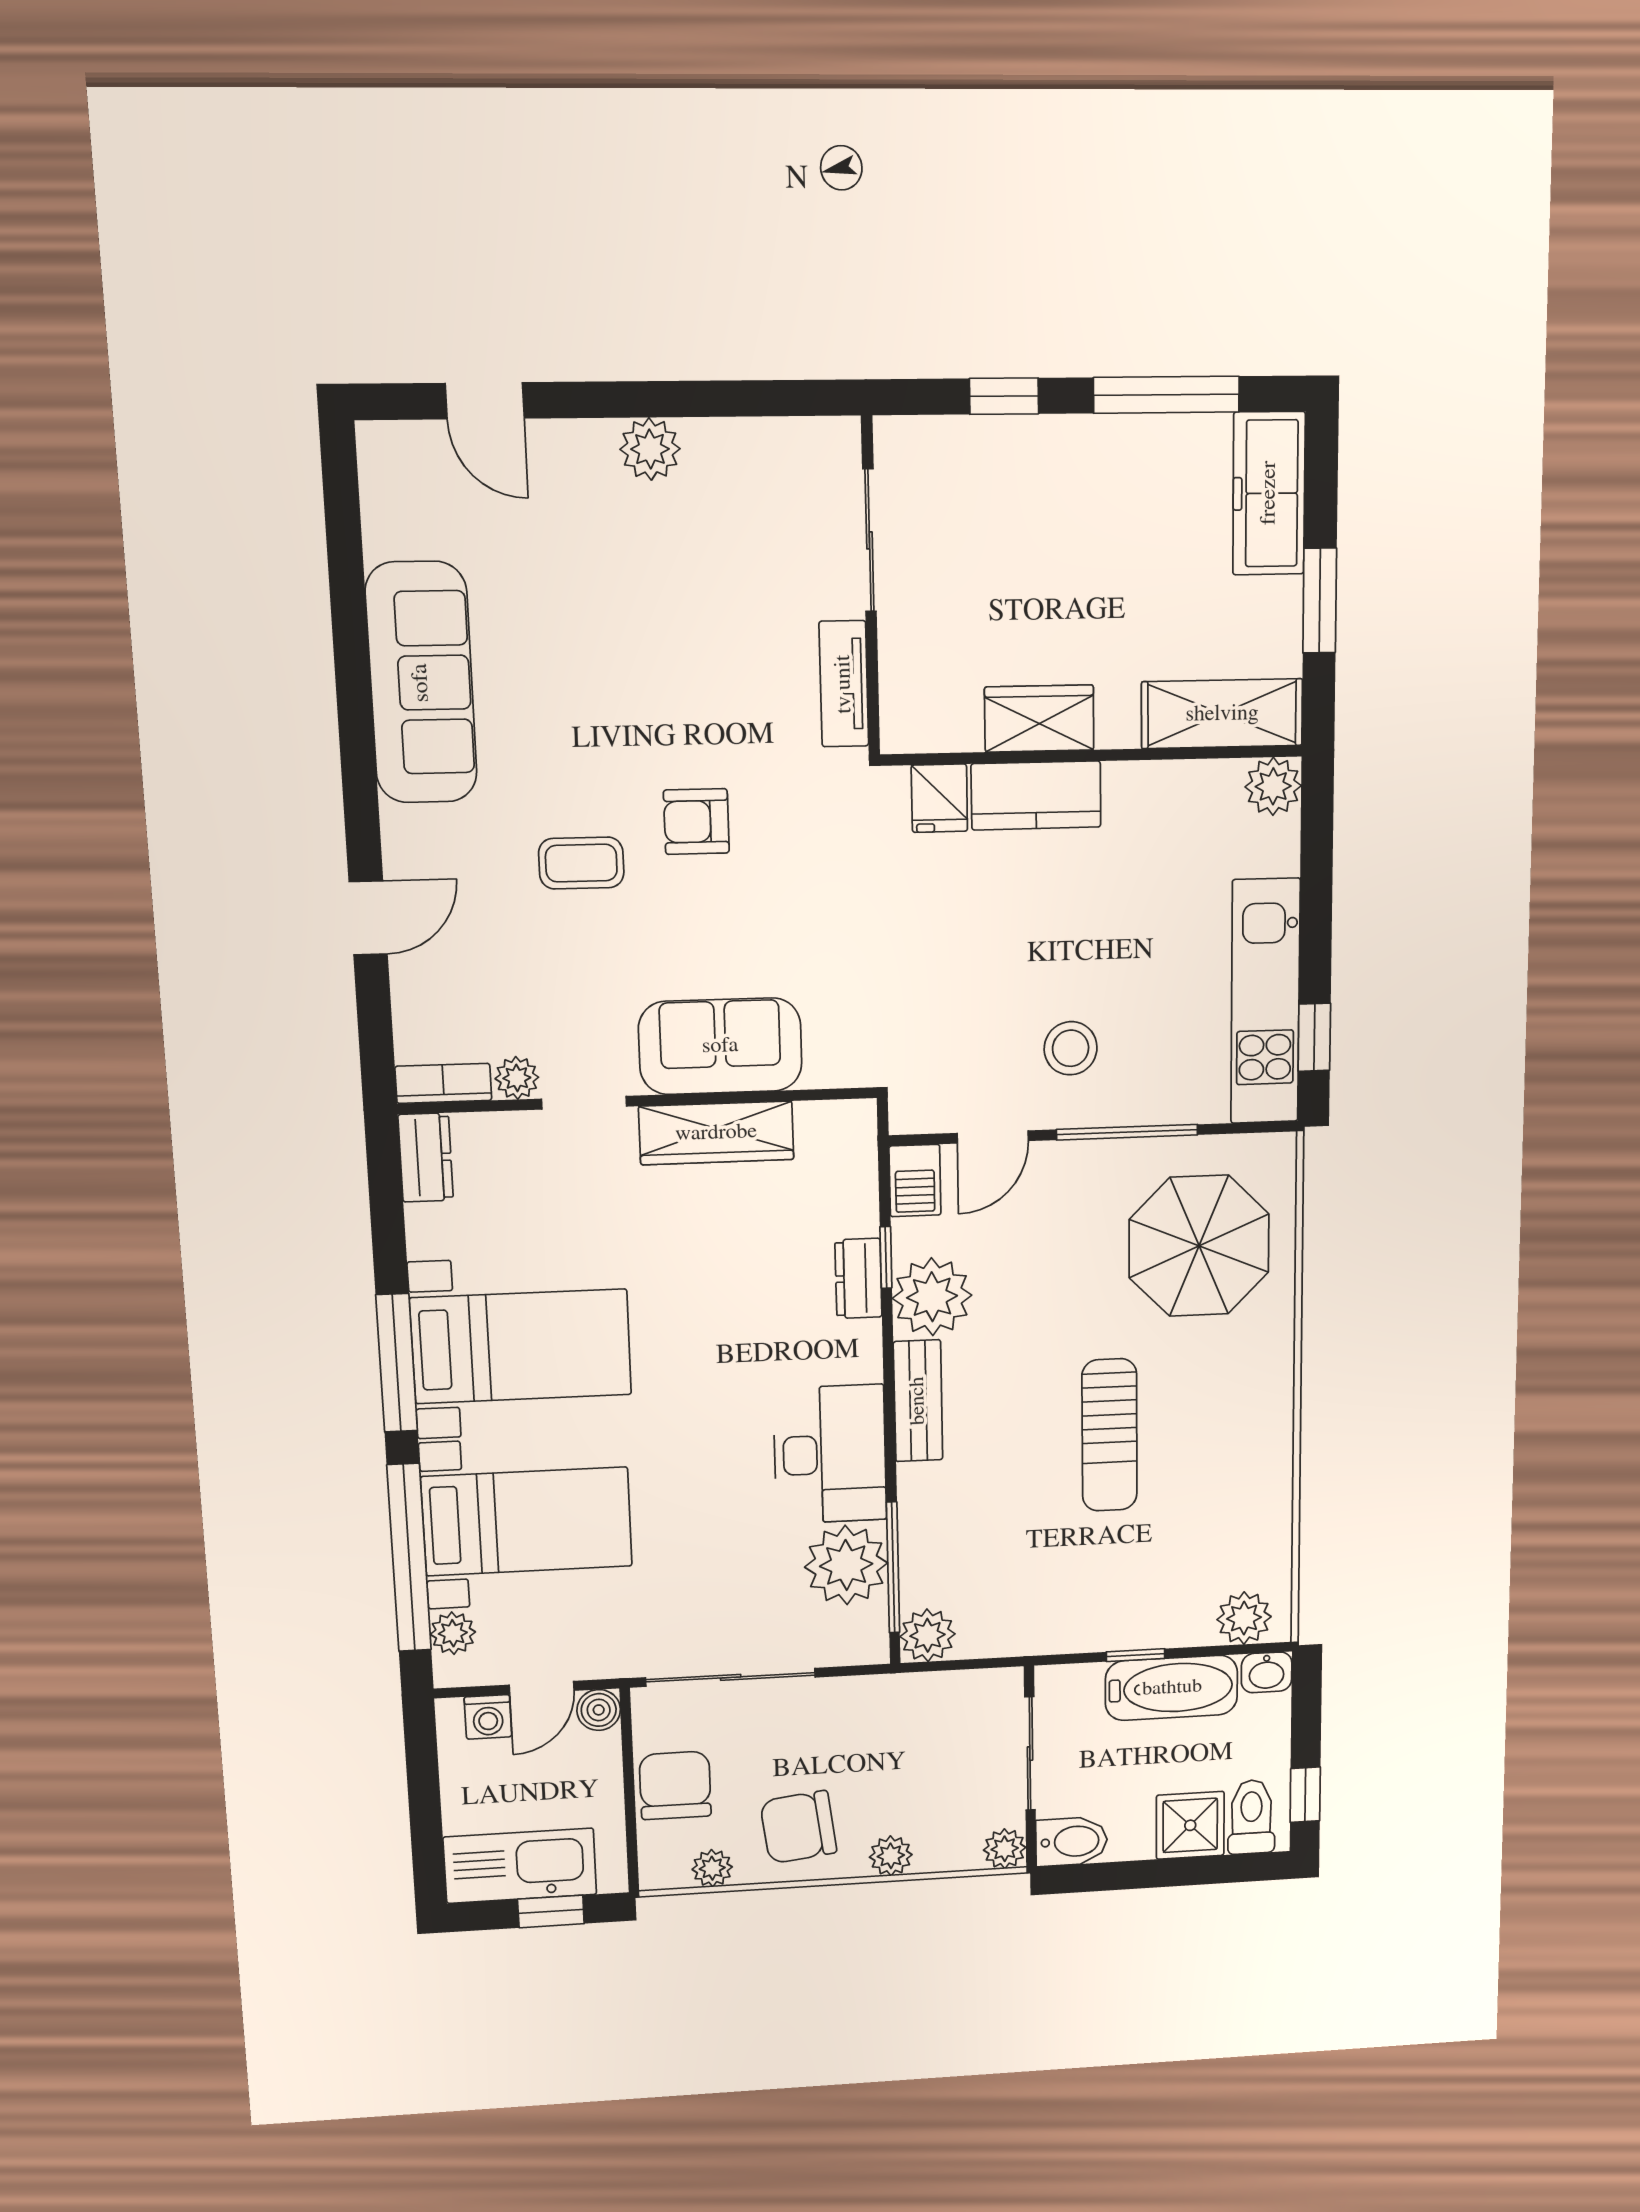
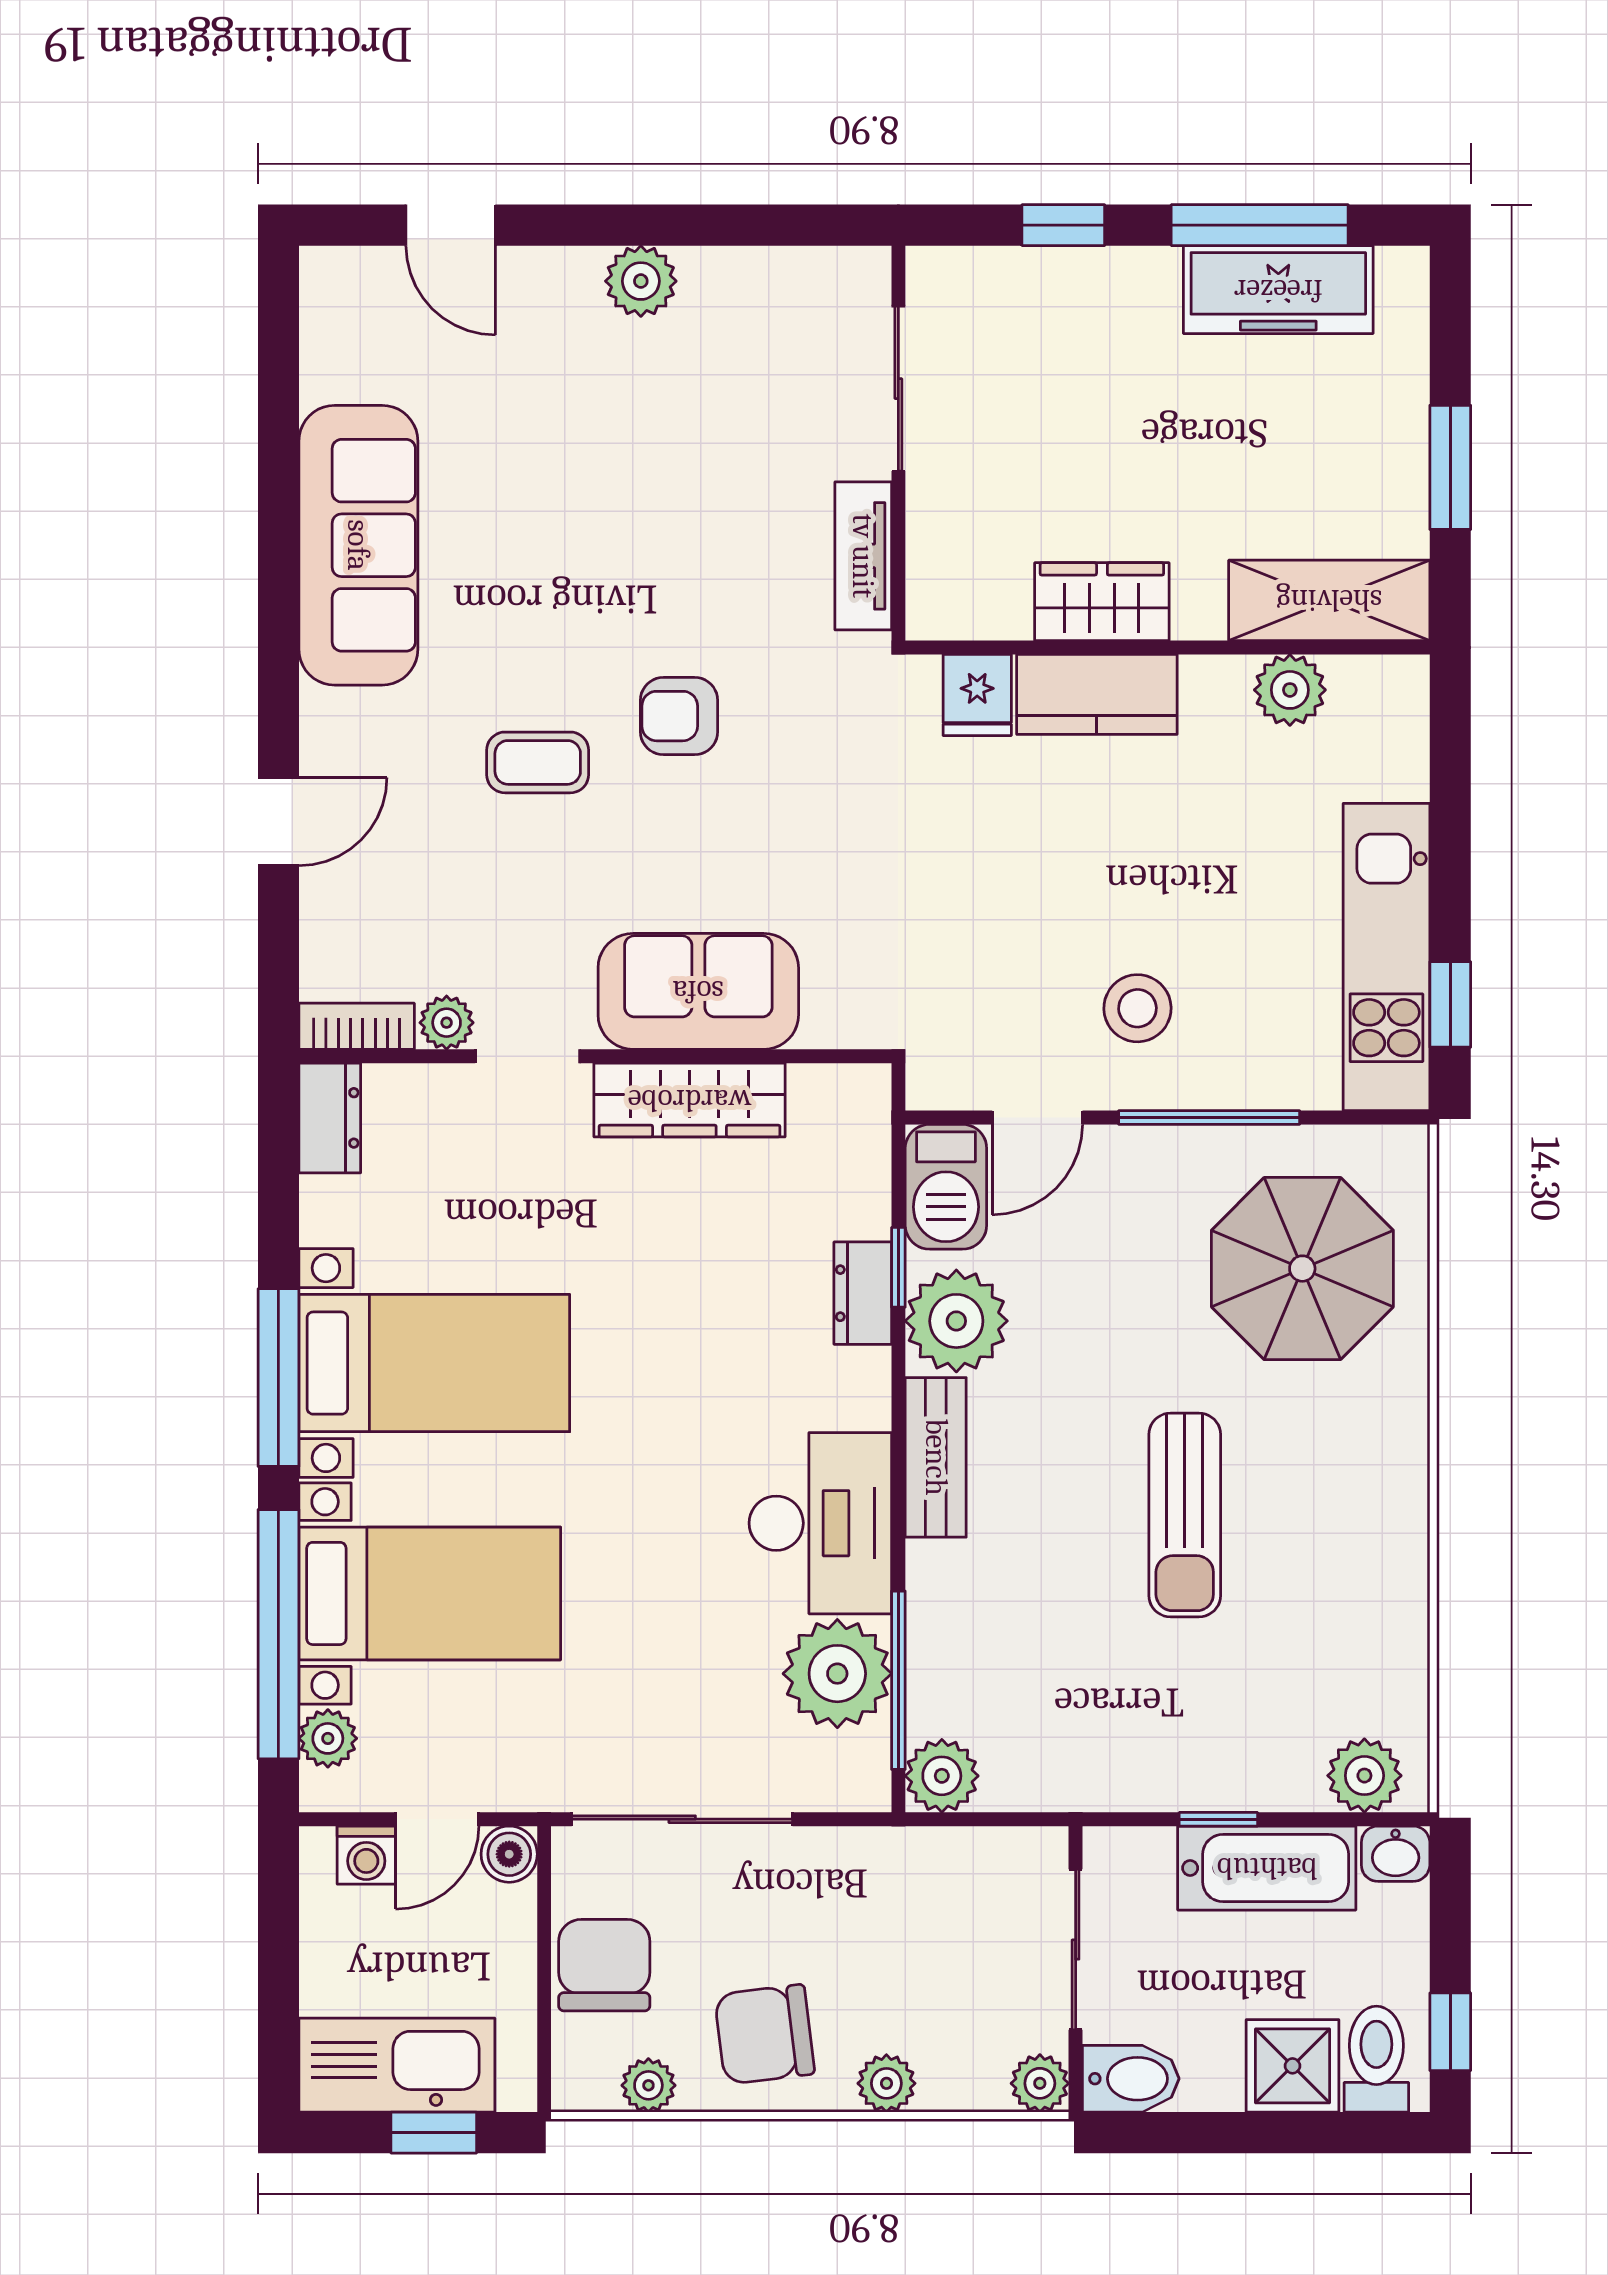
freezer: (1269, 493) -> (1278, 290), moved, turned -90
plant: (1273, 786) -> (1290, 690), moved
barbecue: (915, 1181) -> (946, 1187), width x1.38, depth x1.27

